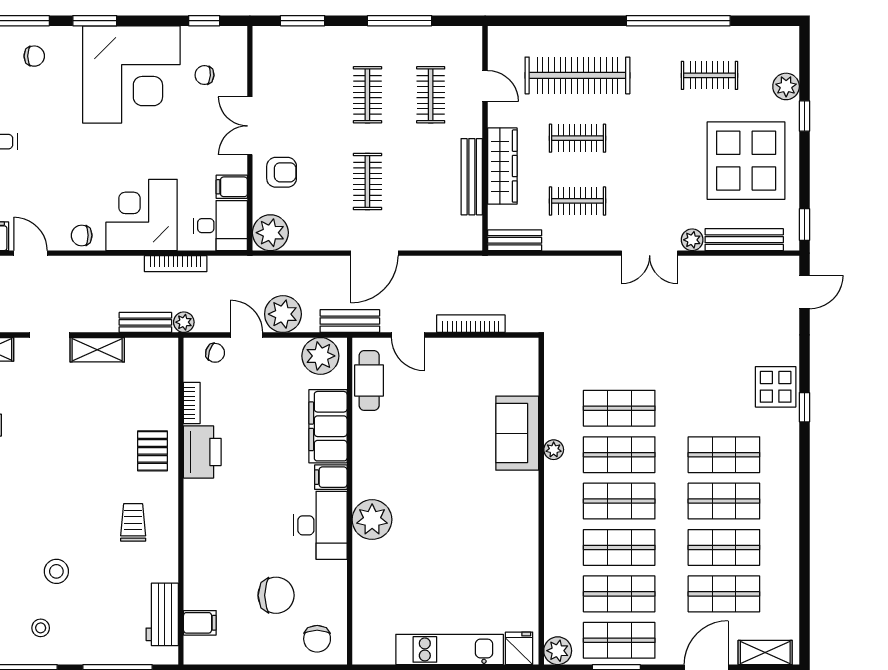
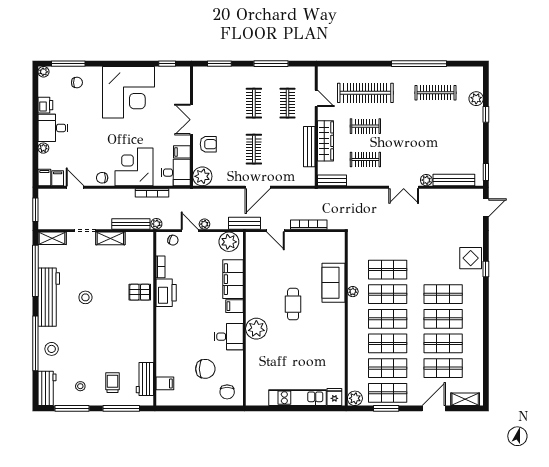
window: (95, 21) -> (109, 64), removed
chair: (204, 75) -> (167, 93), removed
clothes rail: (709, 75) -> (436, 93), width x1.36
display table: (746, 161) -> (455, 138), removed
plant: (283, 314) -> (204, 224), width x0.53, depth x0.53
bench: (145, 322) -> (131, 224), width x1.36
cafe table: (369, 380) -> (293, 304), moved
pallet: (153, 451) -> (140, 292), turned 90
trolley: (133, 522) -> (113, 383), moved
desk: (320, 525) -> (229, 337), width x0.73
stool: (56, 571) -> (85, 297), moved

